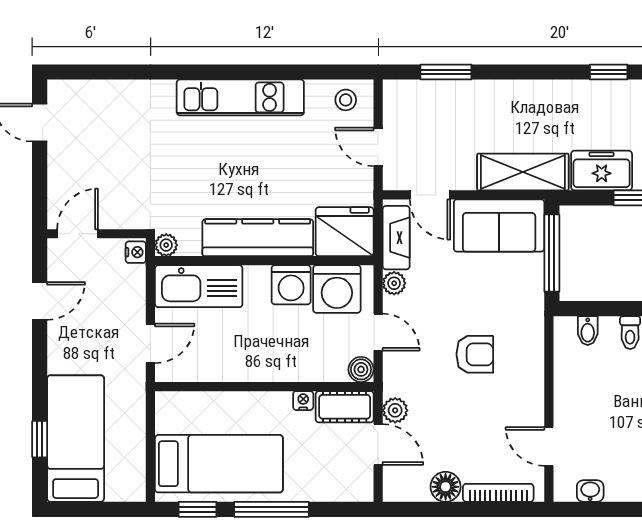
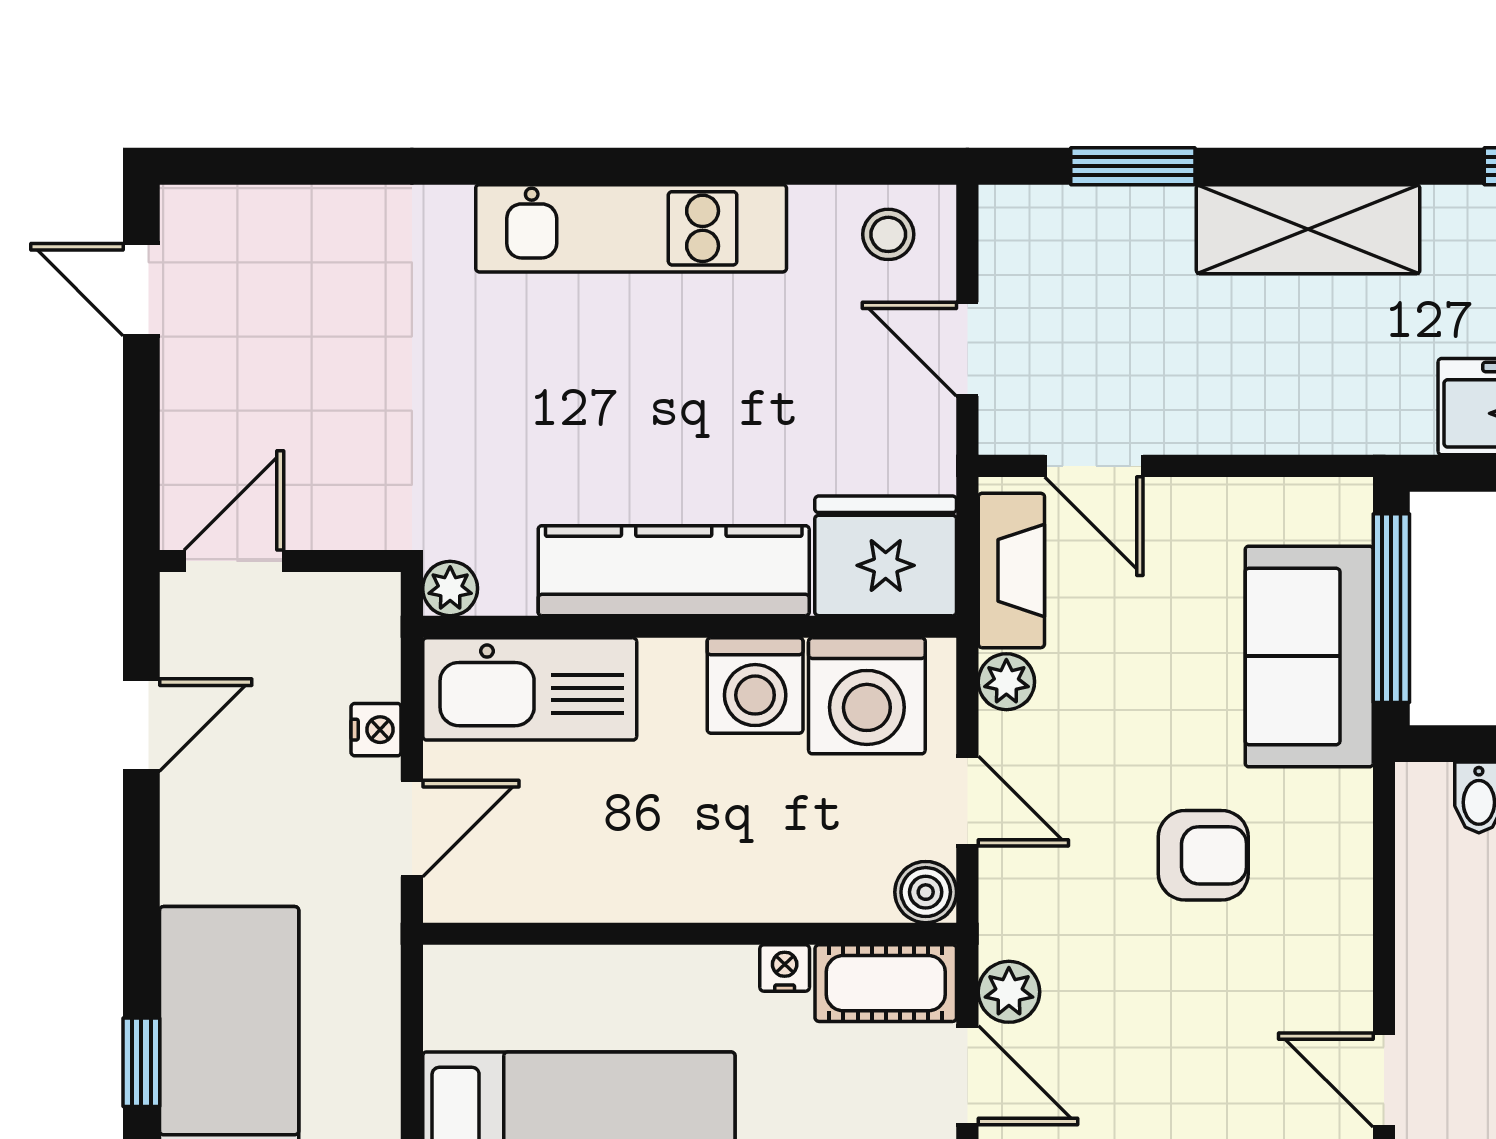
shelving: (523, 172) -> (1308, 229), moved
sofa: (499, 225) -> (1309, 656), moved, turned 90
nightstand: (136, 252) -> (376, 730), moved

